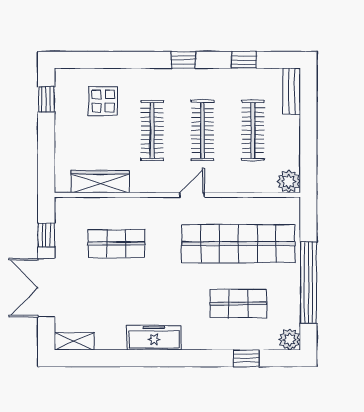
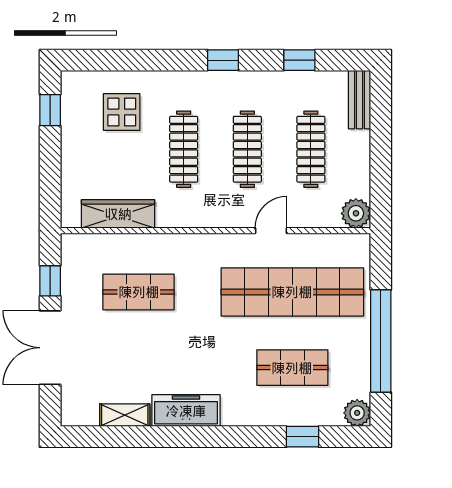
door: (192, 195) -> (271, 231), moved
shelving: (74, 341) -> (125, 415), moved

